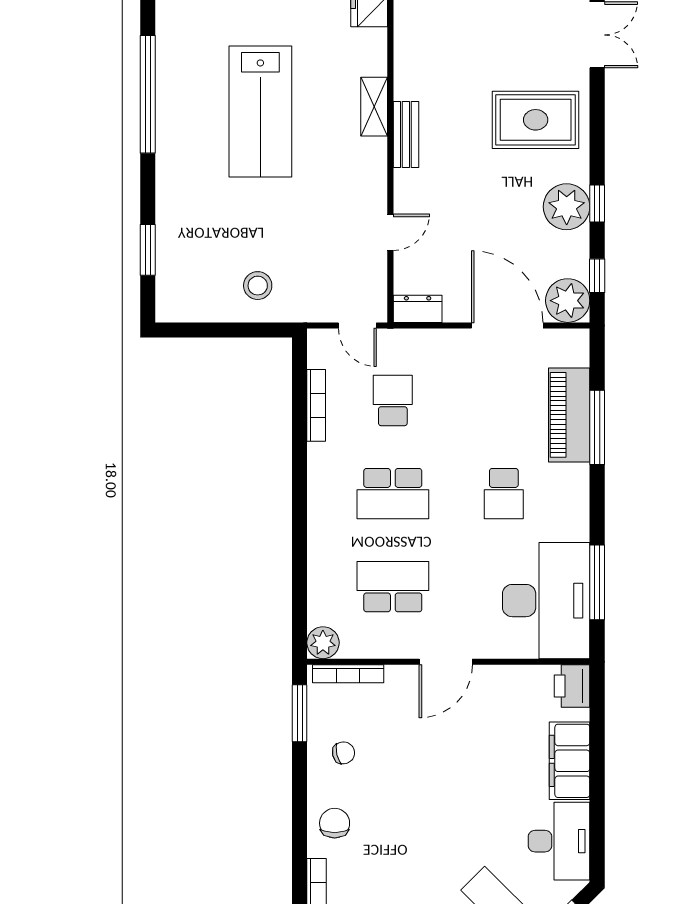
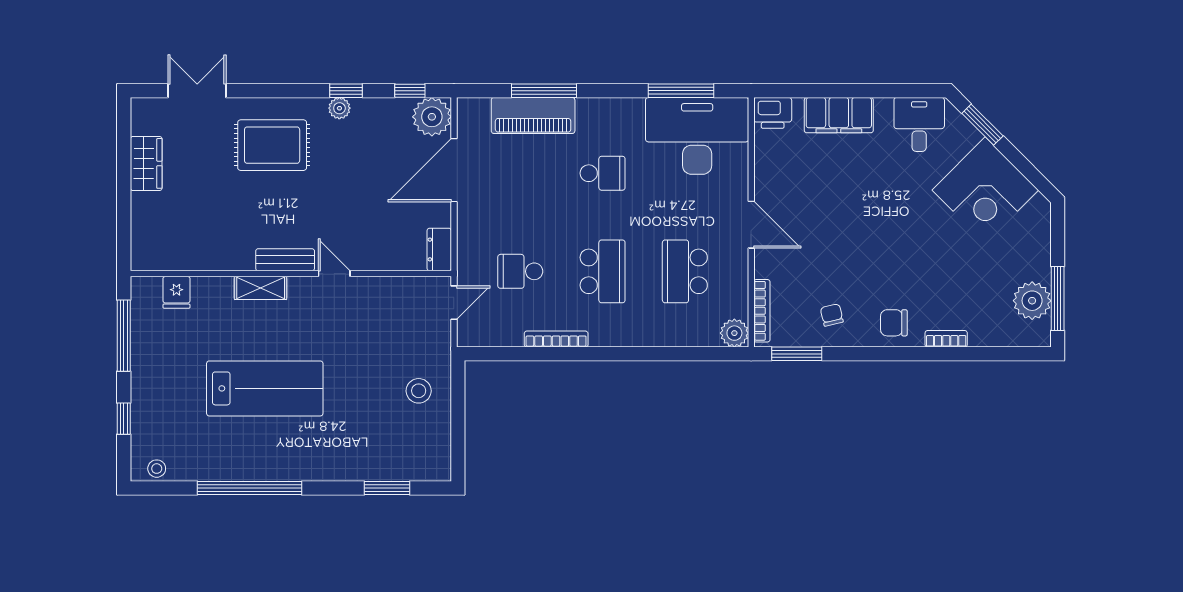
rug: (536, 120) -> (272, 145), turned 90
plant: (567, 207) -> (339, 108), width x0.53, depth x0.53
door: (390, 232) -> (334, 274), moved
bookcase: (316, 405) -> (556, 339), moved
desk: (559, 841) -> (919, 124), width x0.73

